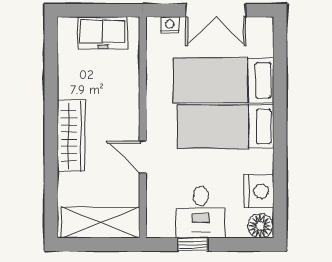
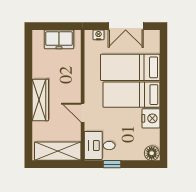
nightstand: (259, 191) -> (151, 118), moved
desk: (201, 212) -> (100, 146), moved, turned 90

